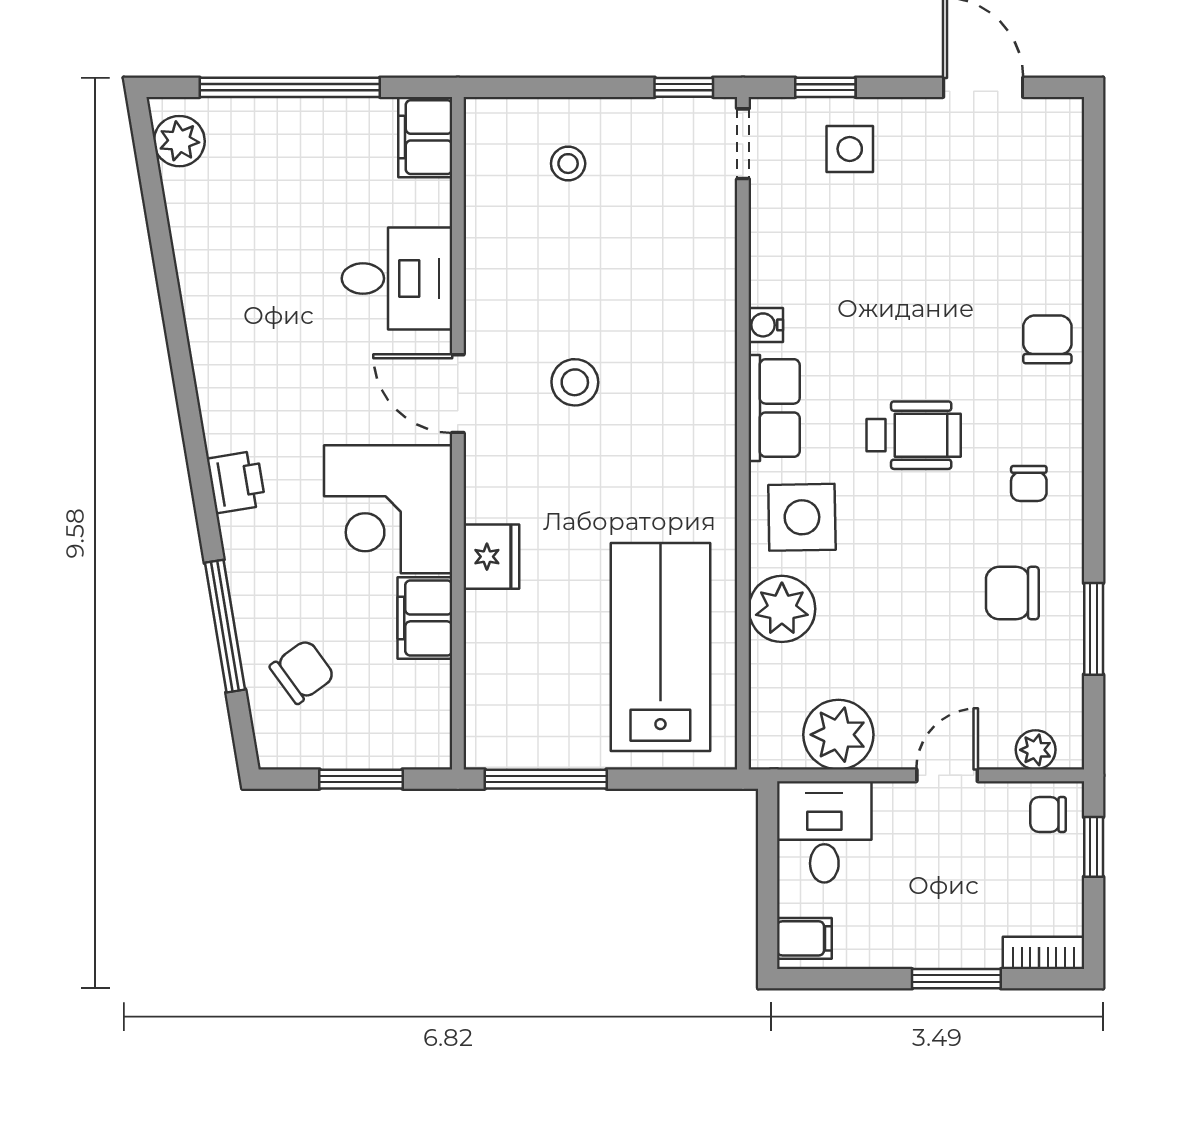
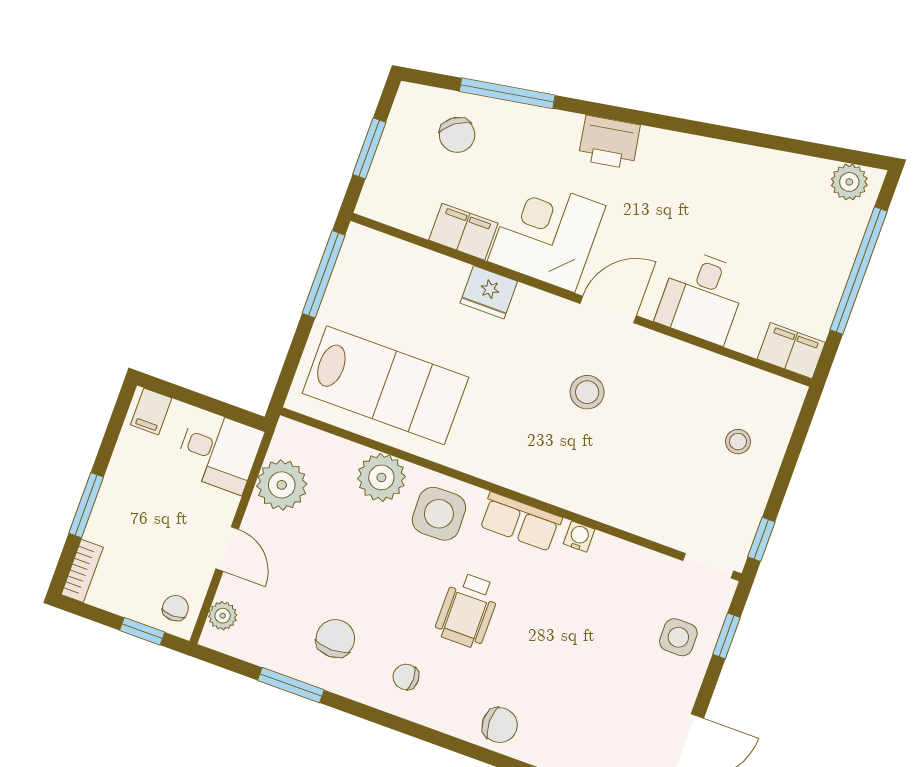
printer: (236, 482) -> (609, 142), width x1.36, depth x1.24

